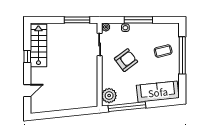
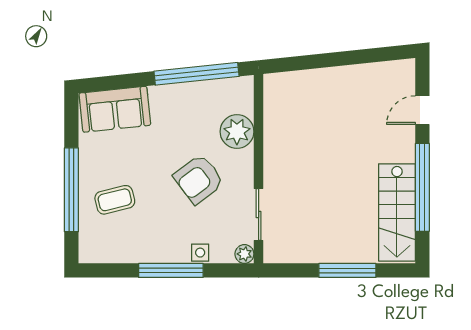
window: (77, 20) -> (347, 270), moved
window: (27, 57) -> (422, 187), width x3.17
sofa: (158, 92) -> (115, 109), width x0.73
plant: (109, 96) -> (237, 132), moved

